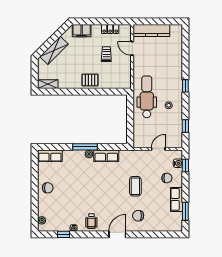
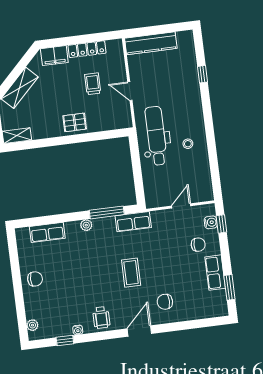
locker: (110, 29) -> (87, 49), width x1.53
door: (132, 48) -> (130, 91), moved
window: (185, 86) -> (202, 74), moved
window: (185, 126) -> (214, 169), removed
window: (85, 147) -> (107, 212), moved
row of seats: (50, 156) -> (47, 232), moved
row of seats: (106, 156) -> (133, 222), moved
coffee table: (135, 186) -> (131, 273), moved

